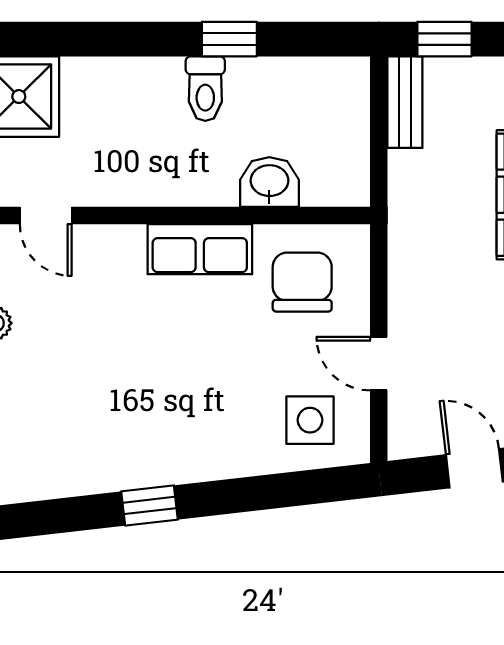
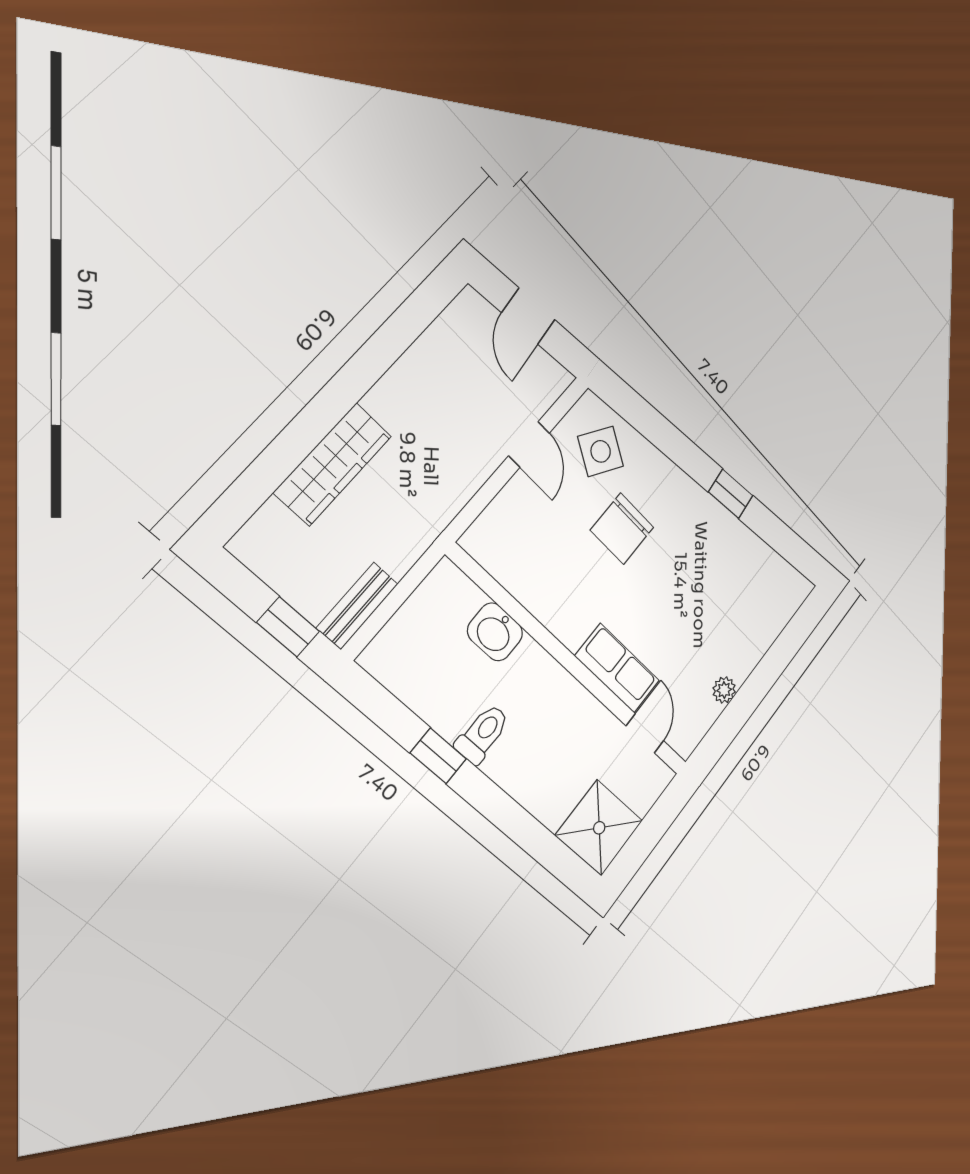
row of seats: (200, 249) -> (617, 668), moved
chair: (302, 282) -> (622, 529), moved
side table: (310, 420) -> (601, 451), turned 31

